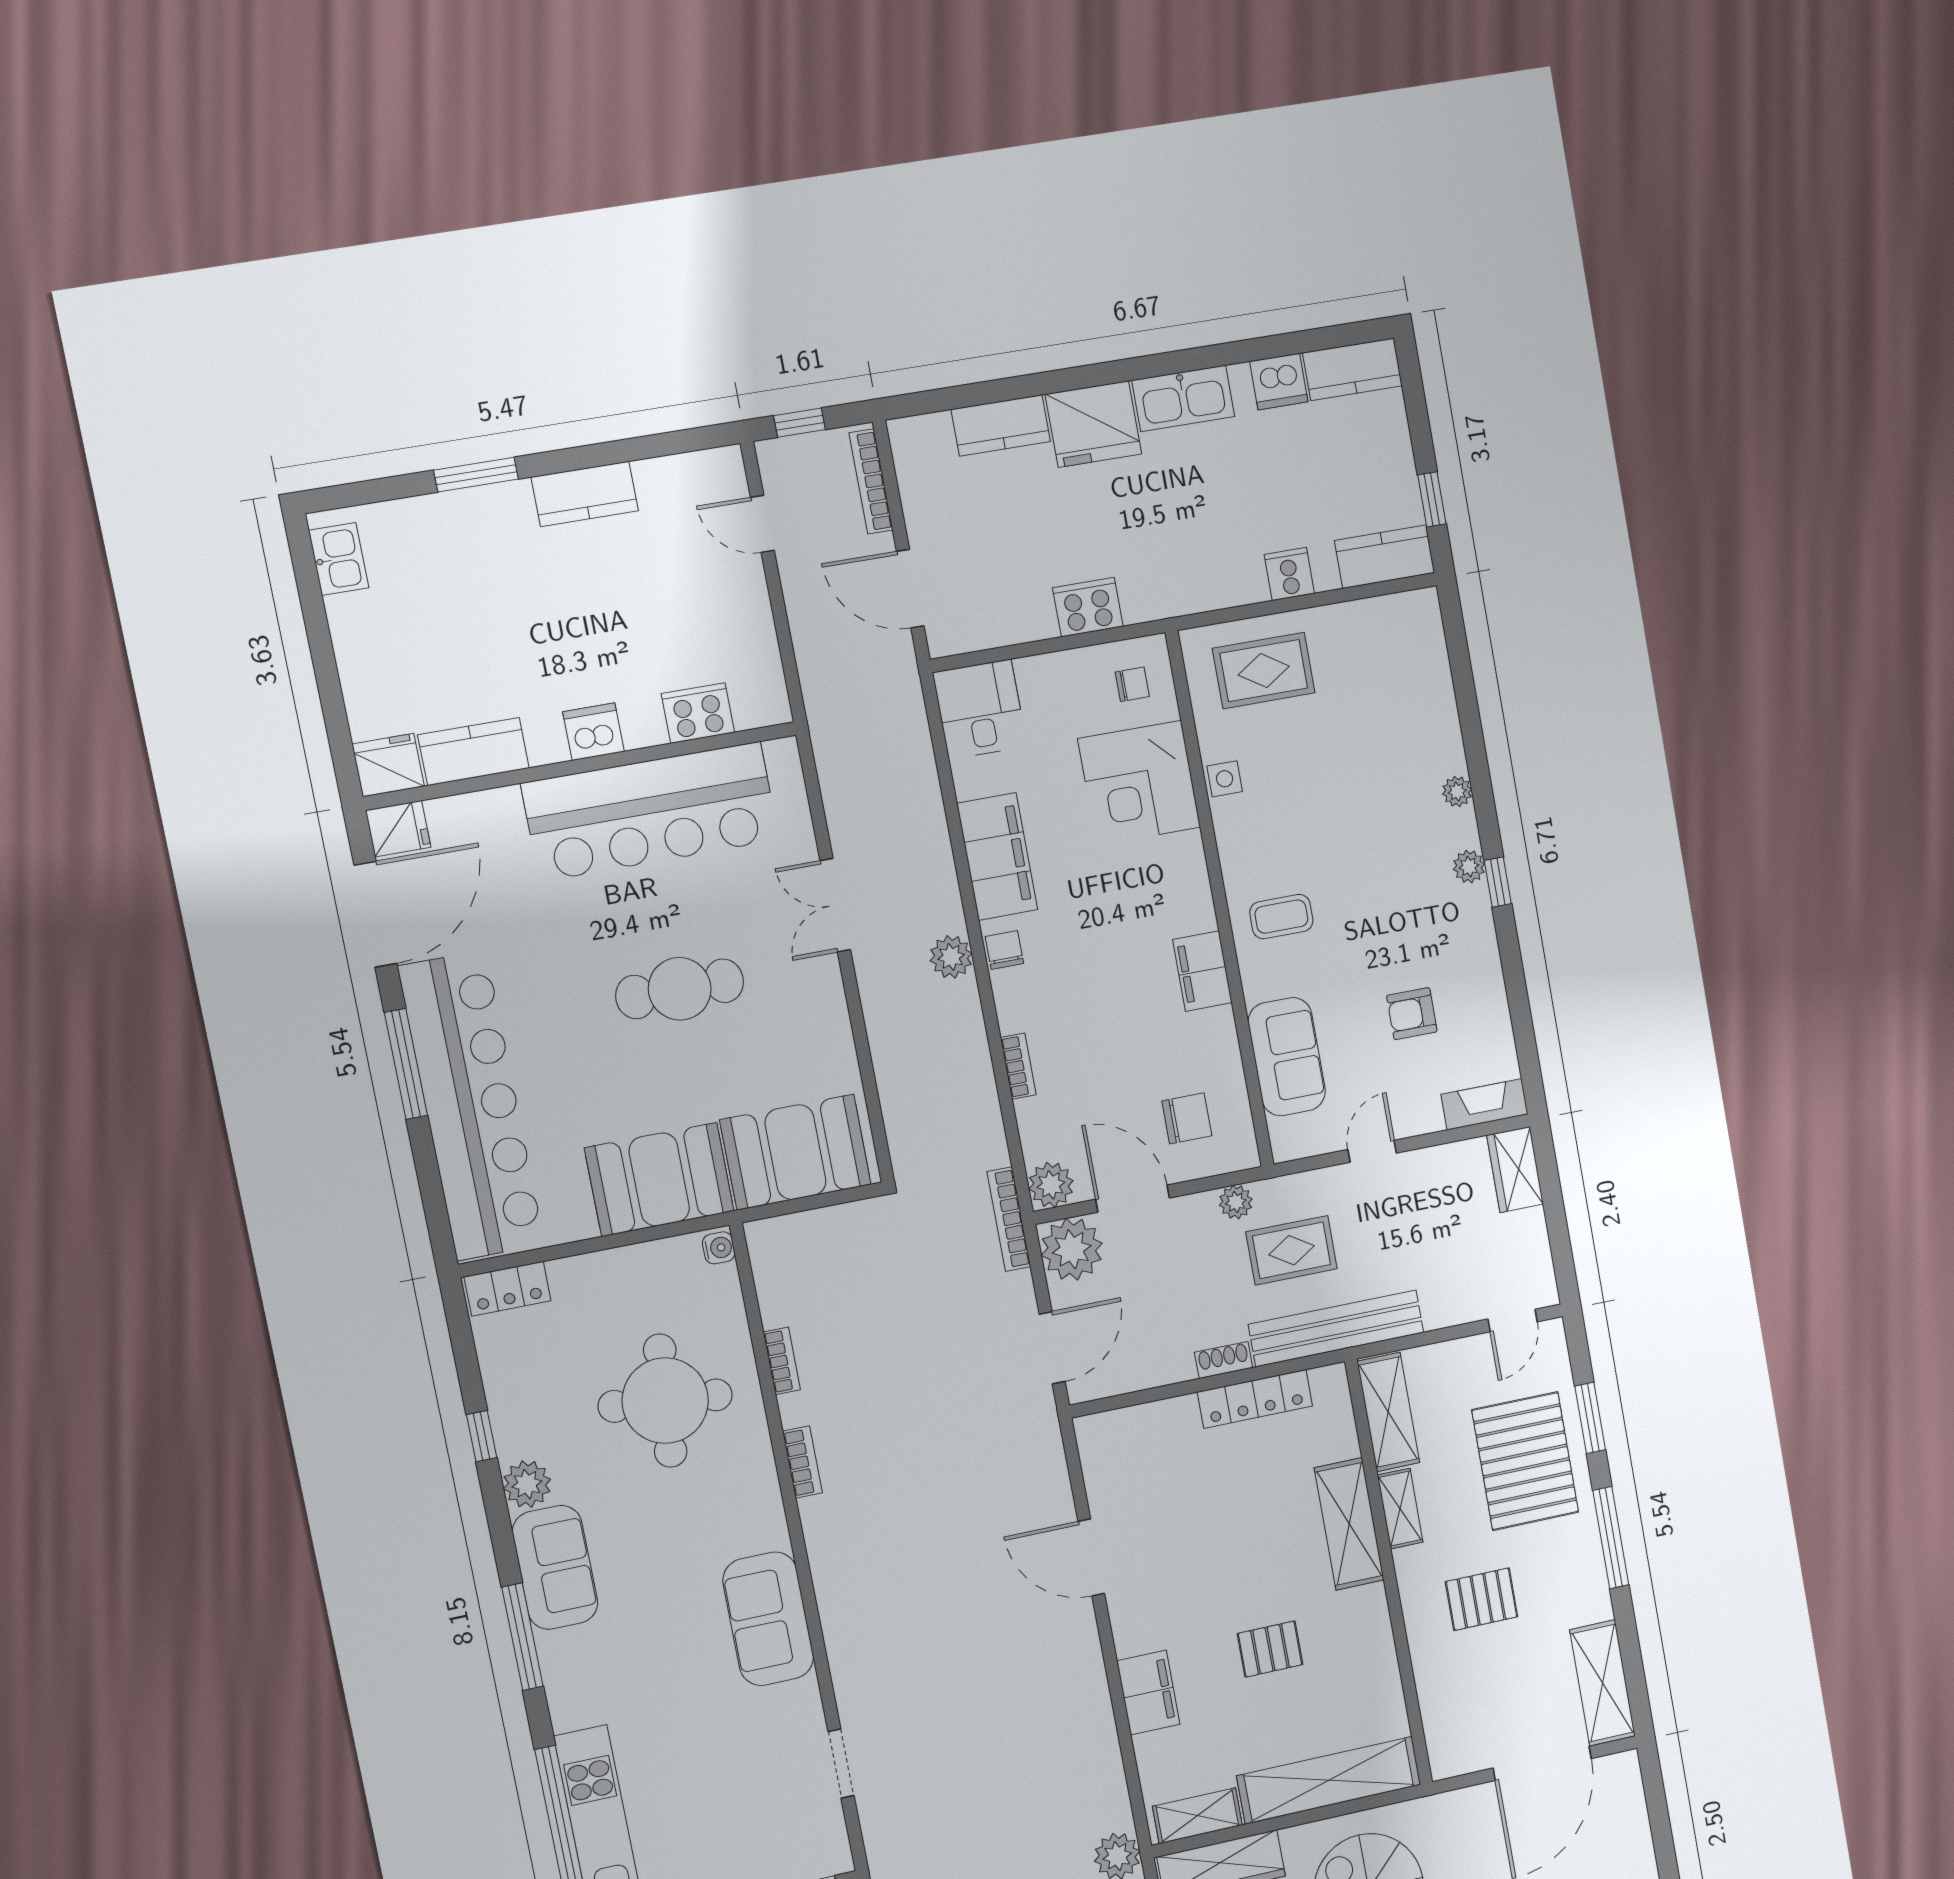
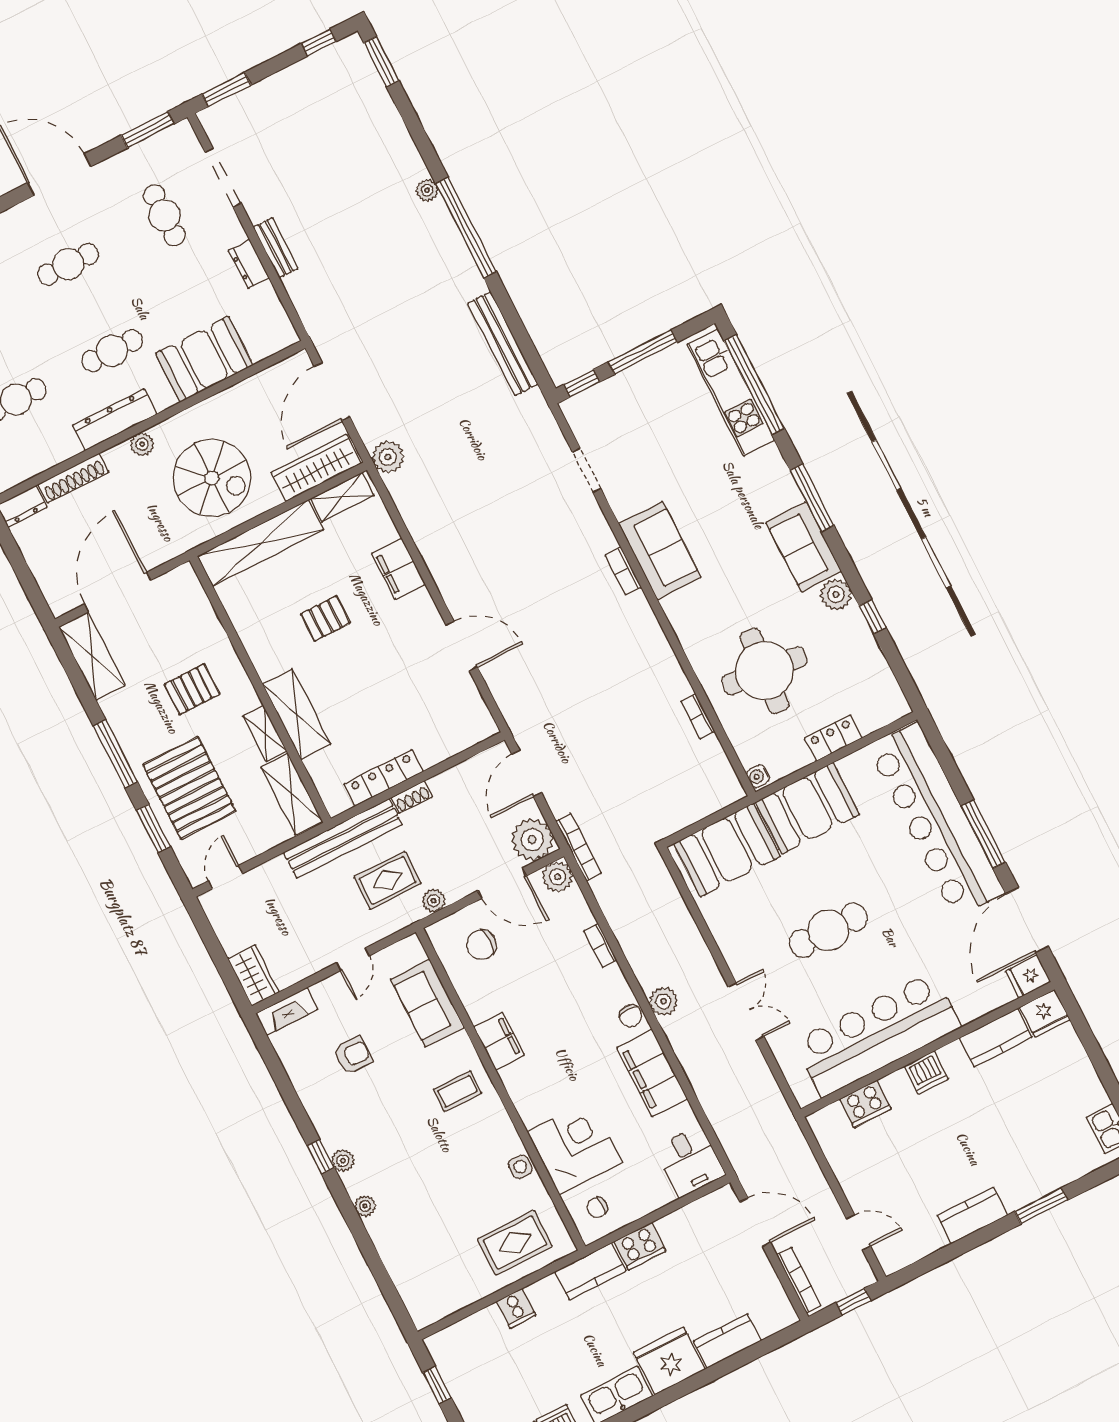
kitchen counter: (1385, 557) -> (590, 1271), moved
locker: (508, 1289) -> (833, 738), moved
bookcase: (802, 1462) -> (623, 571), moved

